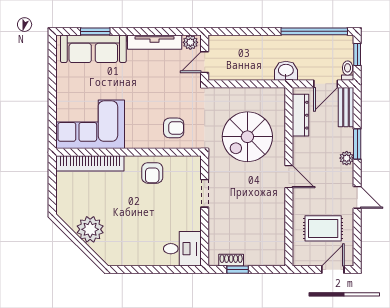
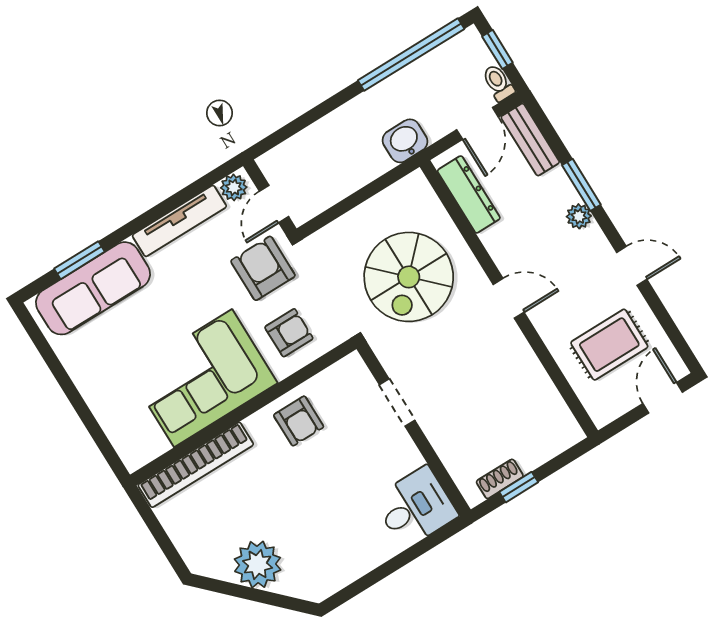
armchair: (180, 90) -> (263, 268), added
corner sofa: (90, 124) -> (203, 378), moved

